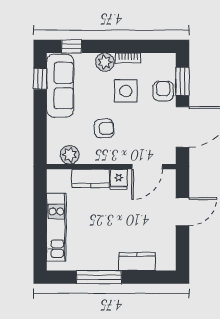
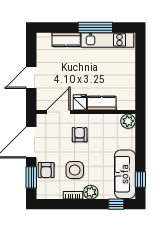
armchair: (104, 128) -> (80, 135), moved, turned 94
plant: (70, 155) -> (128, 121), moved
kitchen unit: (56, 227) -> (107, 40), moved, turned -90

